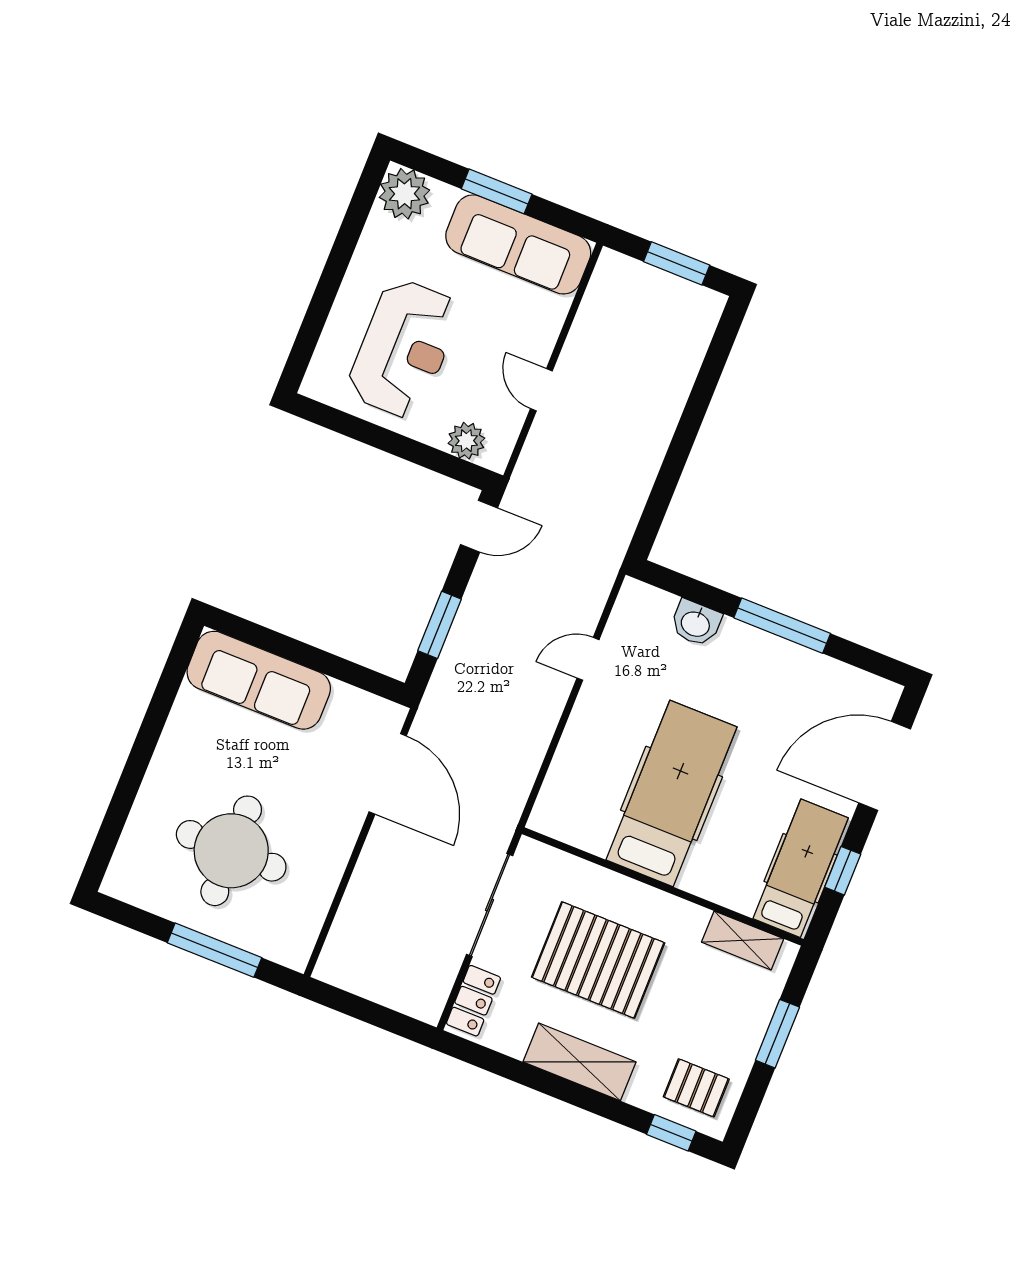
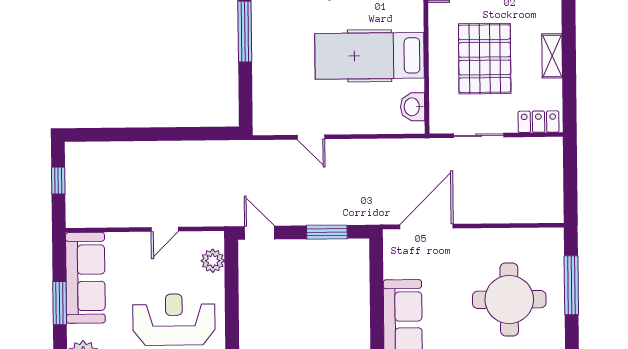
window: (677, 263) -> (58, 181), width x0.67
washbasin: (696, 623) -> (413, 107), moved, turned 180
sliding door: (490, 905) -> (479, 135), width x0.73
shelving: (580, 1062) -> (552, 56), width x0.67, depth x0.75

